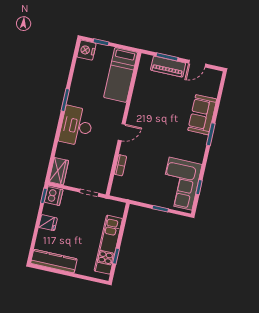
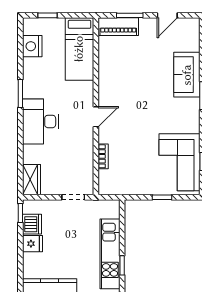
nightstand: (86, 50) -> (32, 46), moved
piano: (168, 67) -> (118, 27), moved
dishwasher: (54, 196) -> (32, 224), moved

